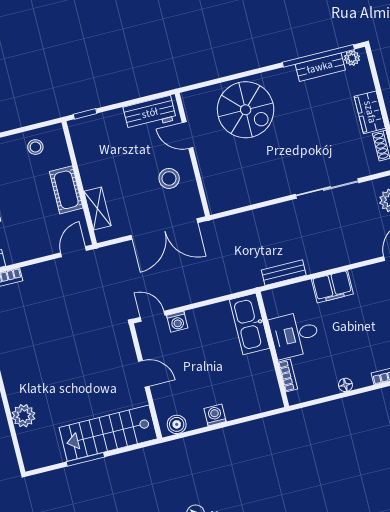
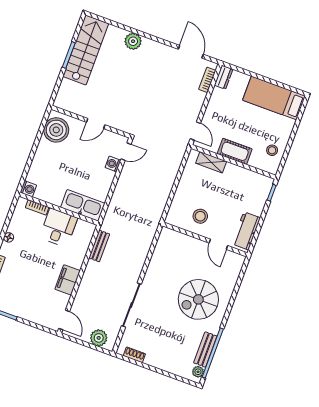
spiral stairs: (246, 110) -> (198, 299), moved
wardrobe: (370, 112) -> (159, 361), removed
door: (187, 135) -> (218, 244), swing flipped
double door: (164, 229) -> (172, 193), removed
filing cabinet: (332, 287) -> (68, 280), moved
washing machine: (215, 415) -> (28, 189), moved
plant: (23, 416) -> (133, 41), moved
boiler: (177, 424) -> (56, 130), width x1.86, depth x1.86
stairs: (108, 433) -> (86, 50), moved

